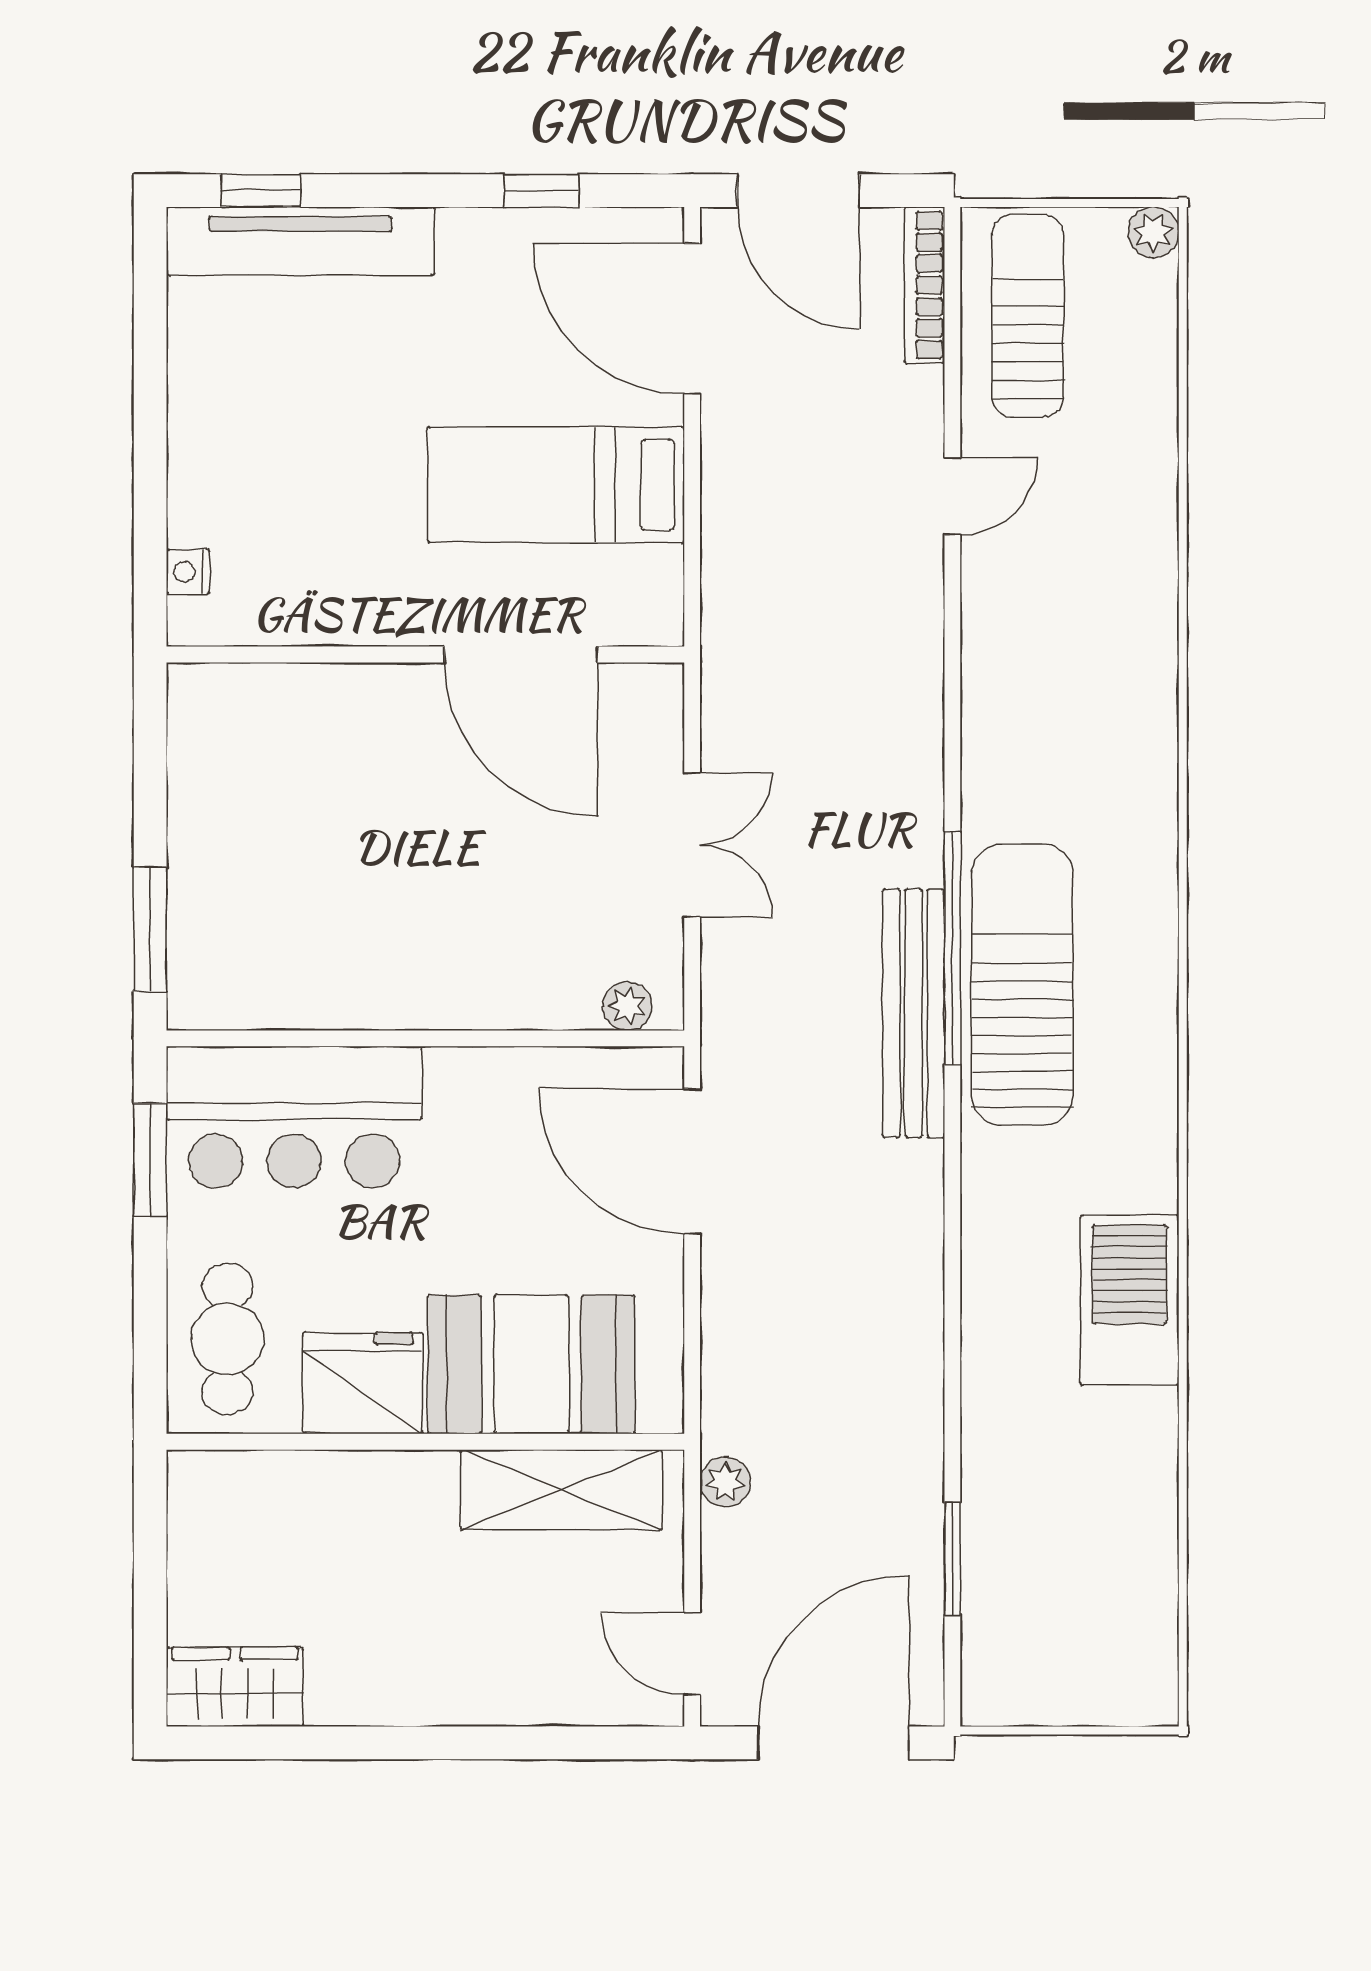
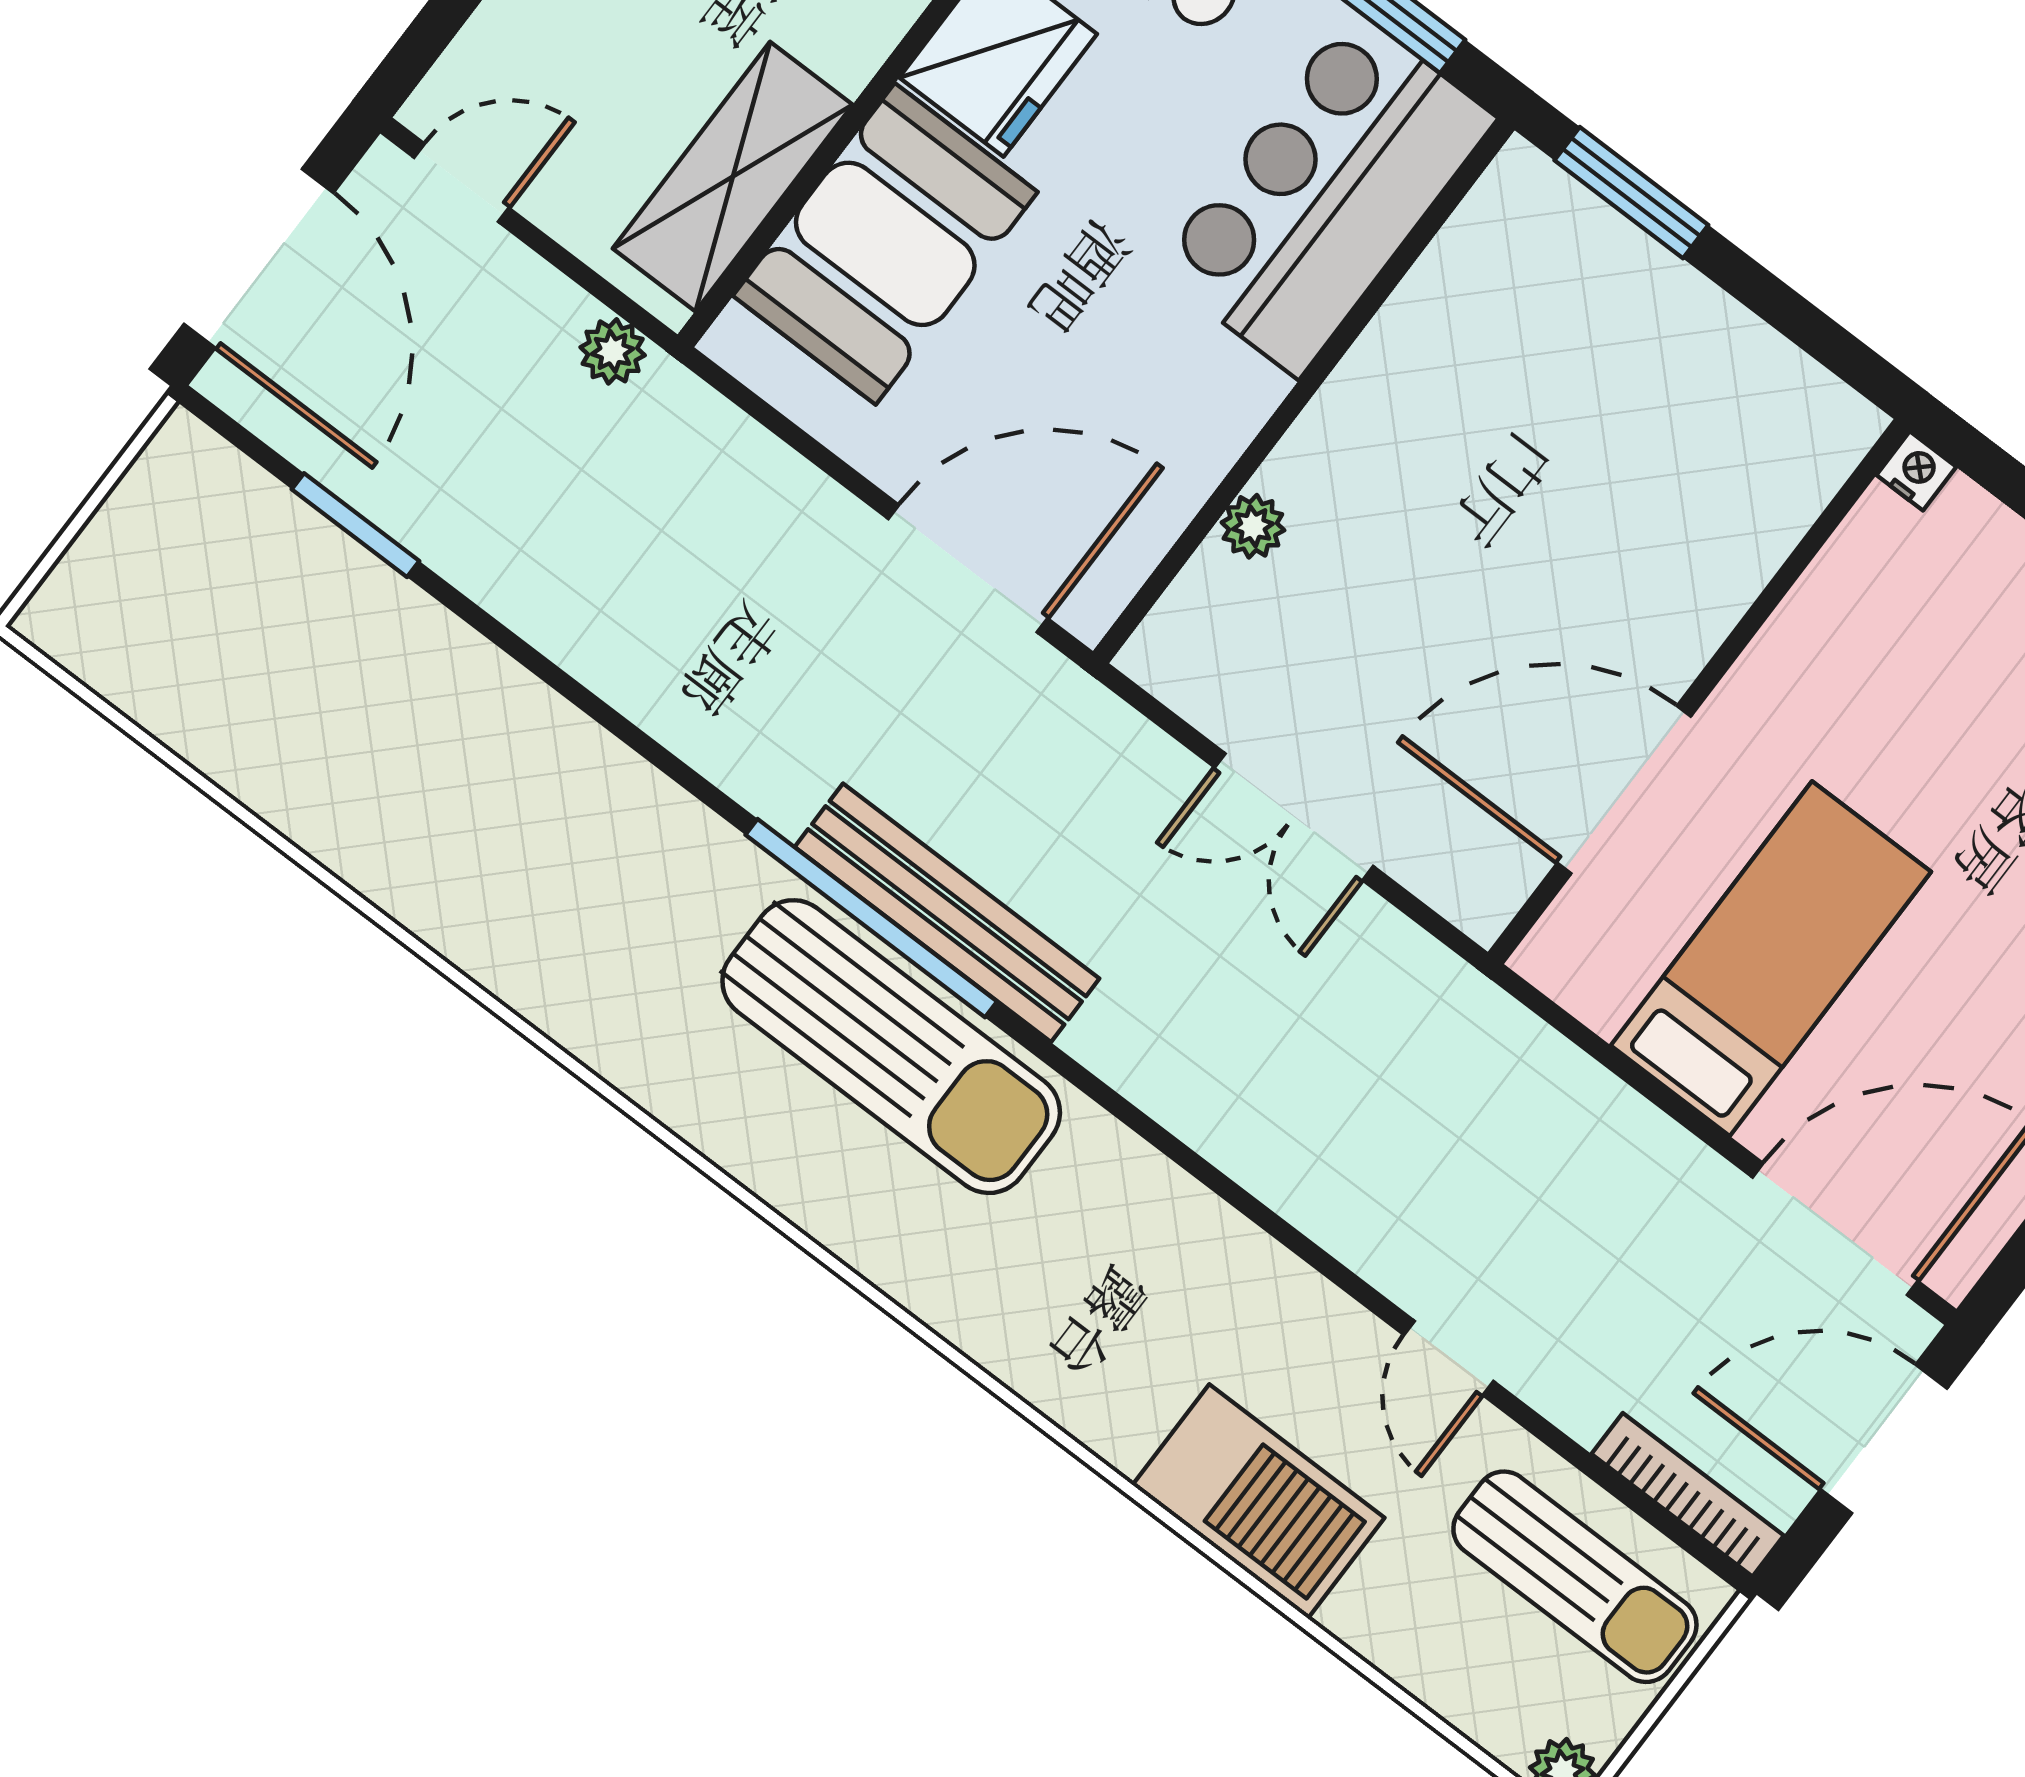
nightstand: (188, 572) -> (1916, 471), moved
window: (952, 948) -> (871, 918), moved
plant: (627, 1006) -> (1253, 526), moved
barbecue: (1130, 1300) -> (1259, 1501), moved

